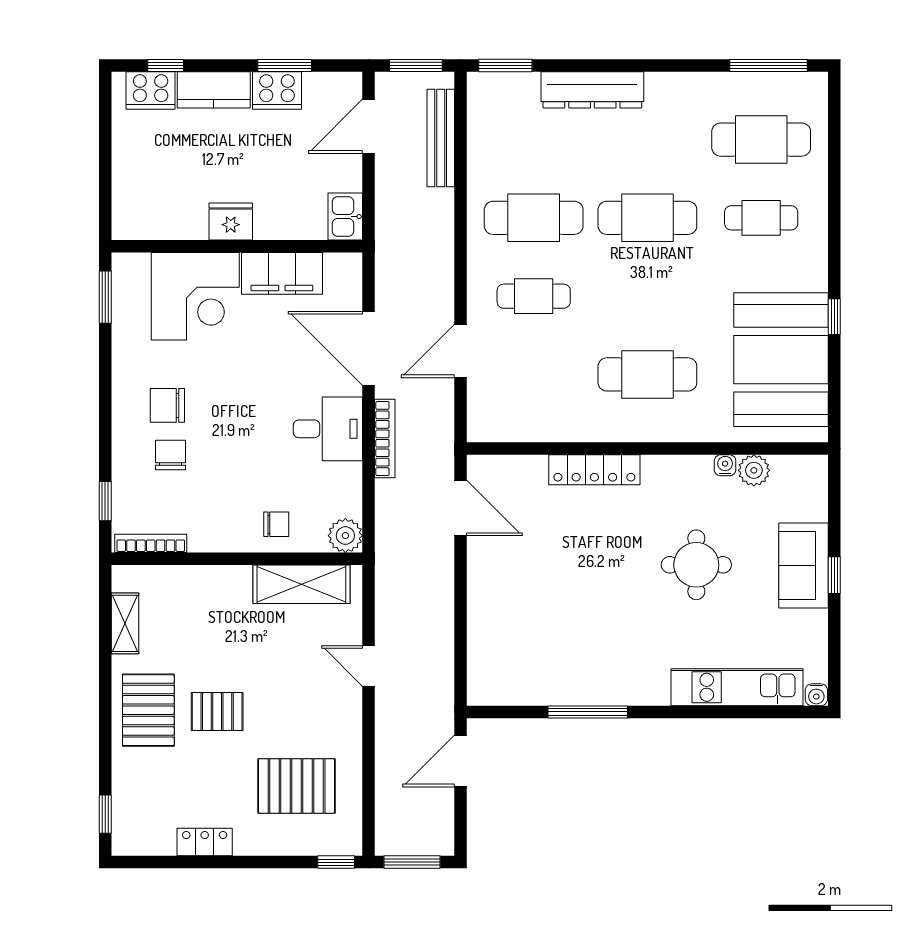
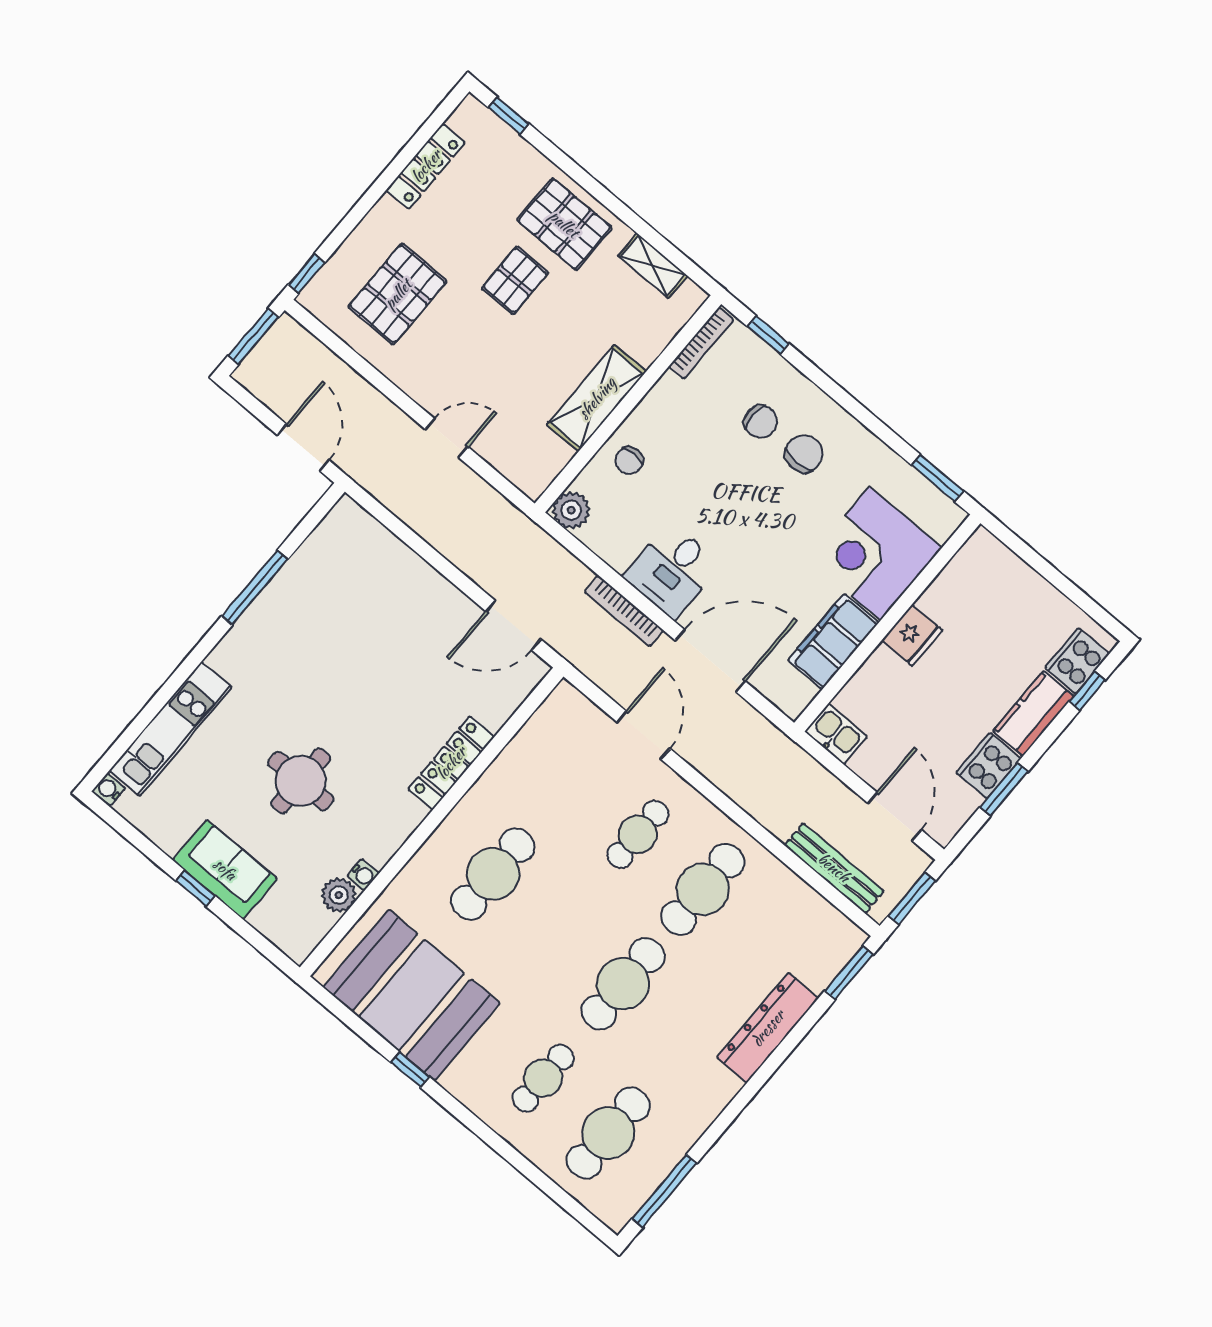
shelving: (301, 584) -> (597, 398), moved
locker: (205, 842) -> (426, 166), width x1.53

